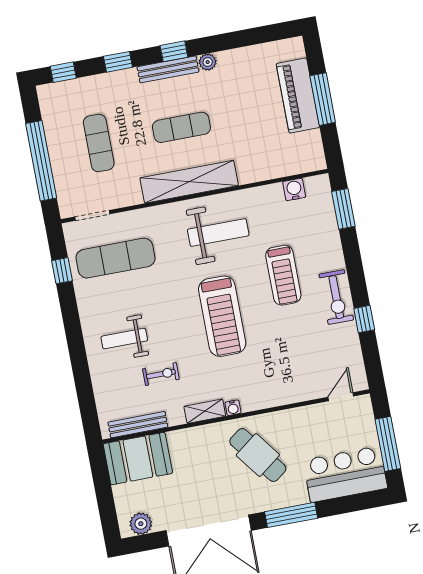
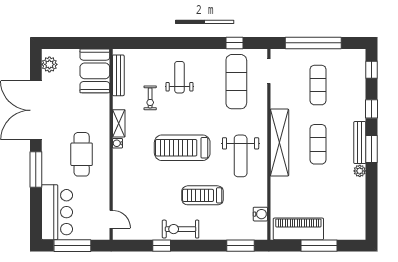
window: (174, 51) -> (372, 149), width x1.50
piano: (298, 96) -> (298, 229), moved
exercise mat: (99, 143) -> (318, 85), turned 90
cafe table: (258, 455) -> (82, 154), turned -53

